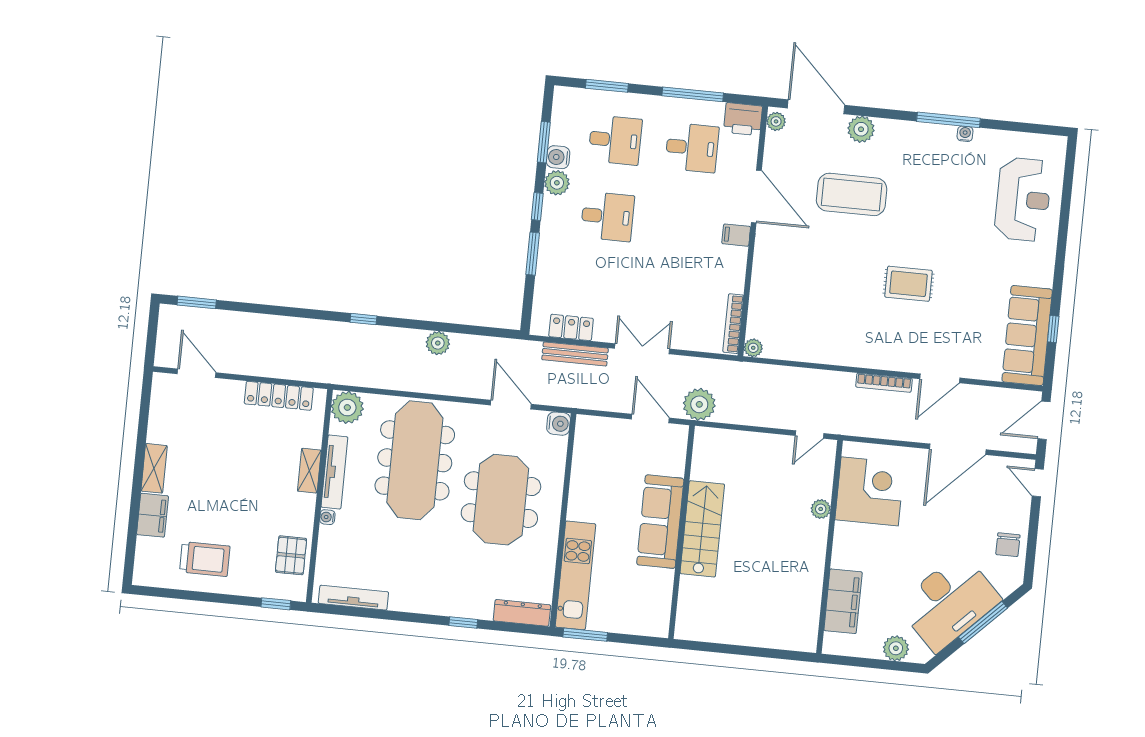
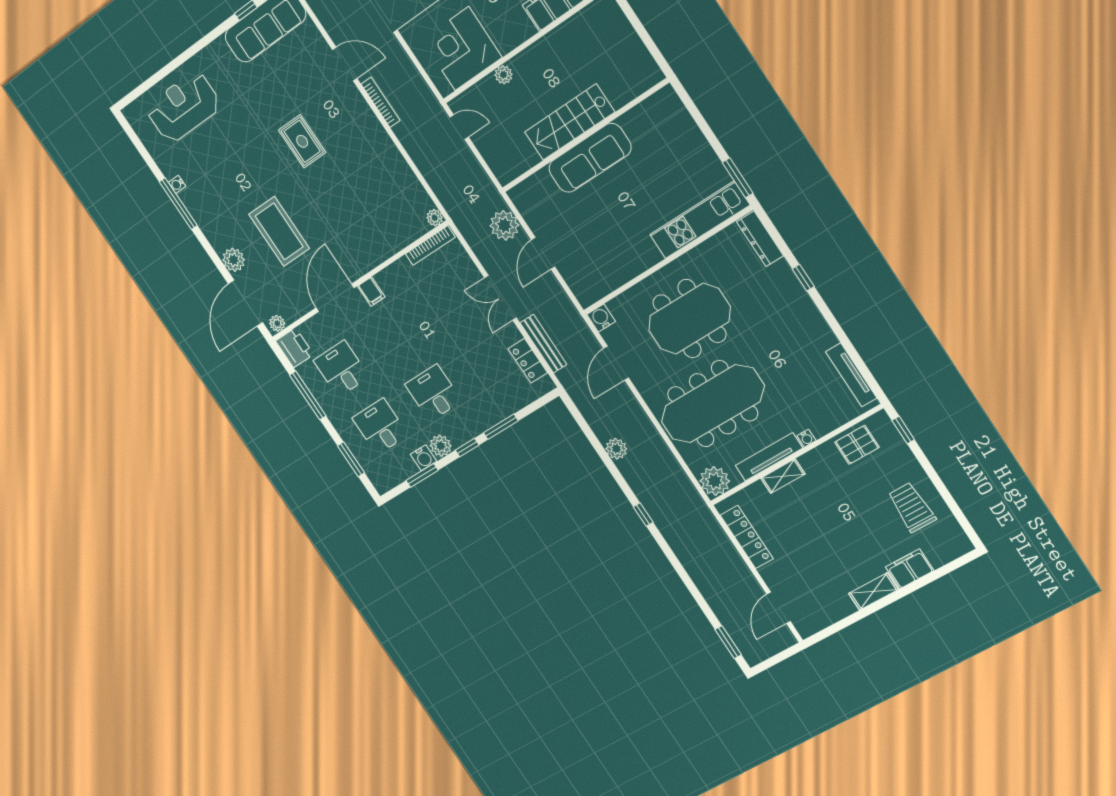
sofa: (660, 522) -> (590, 158), moved
stairs: (702, 529) -> (570, 122), moved
wall: (681, 532) -> (585, 136), moved

